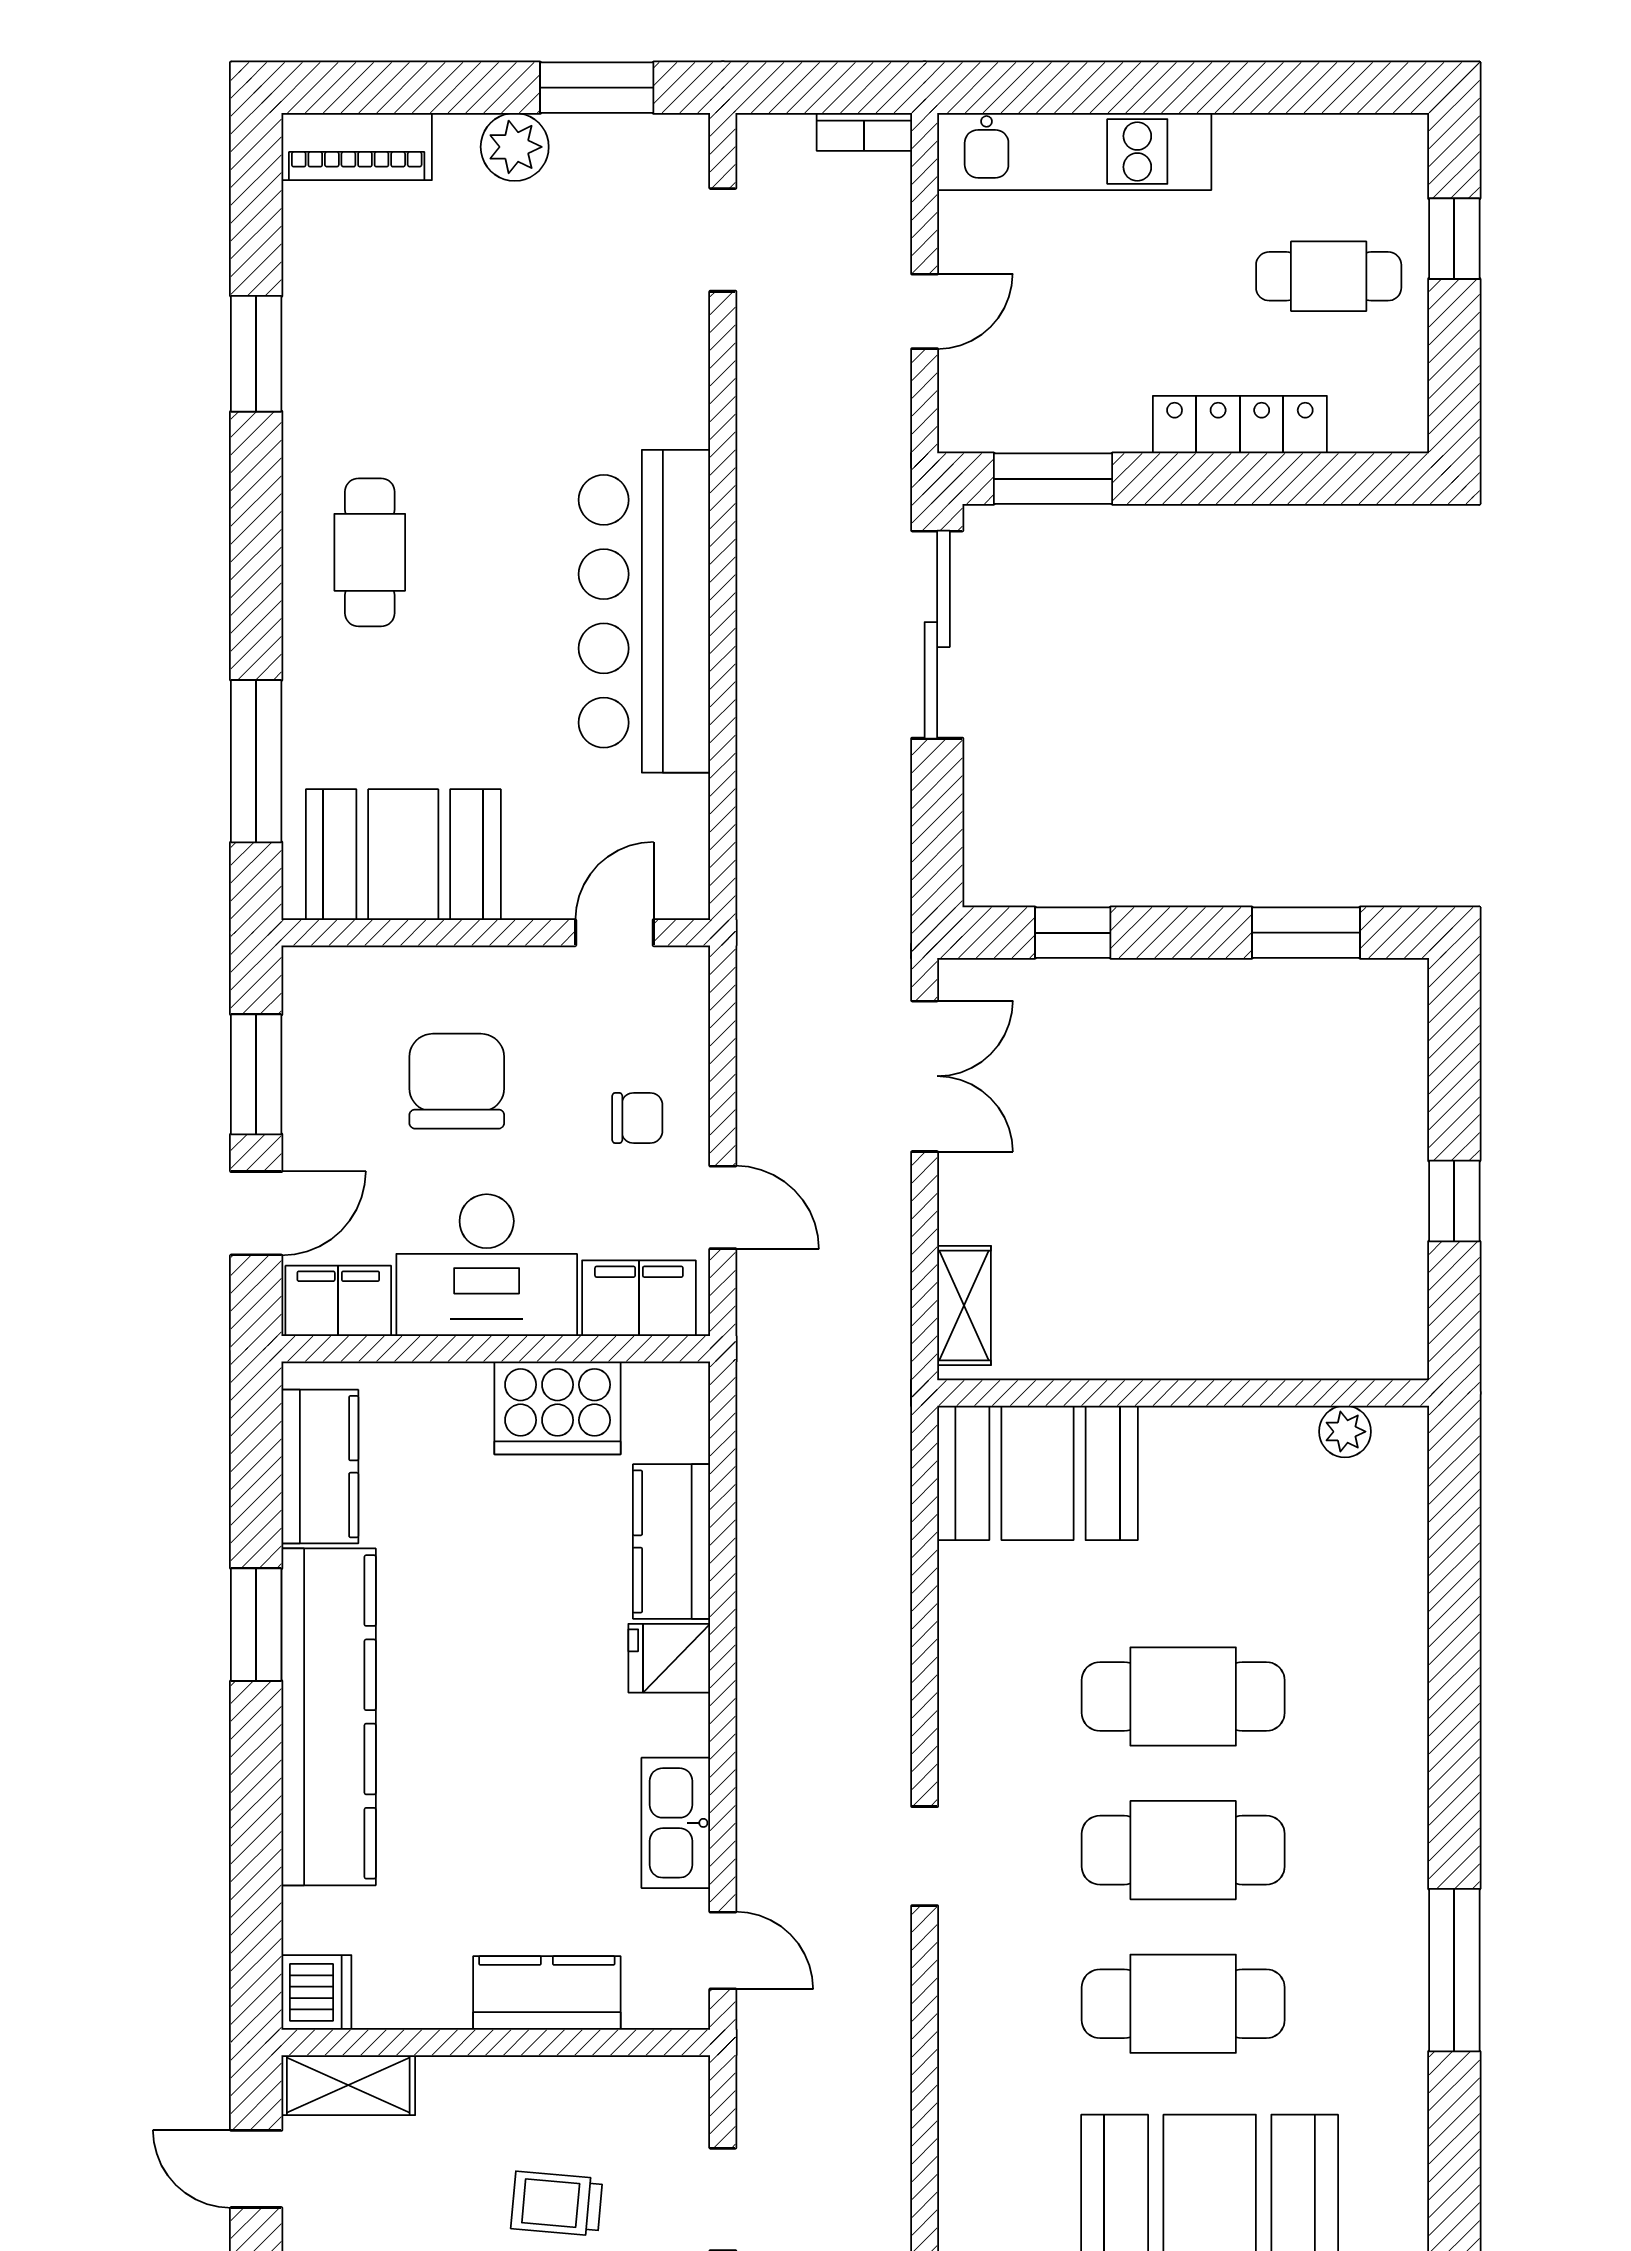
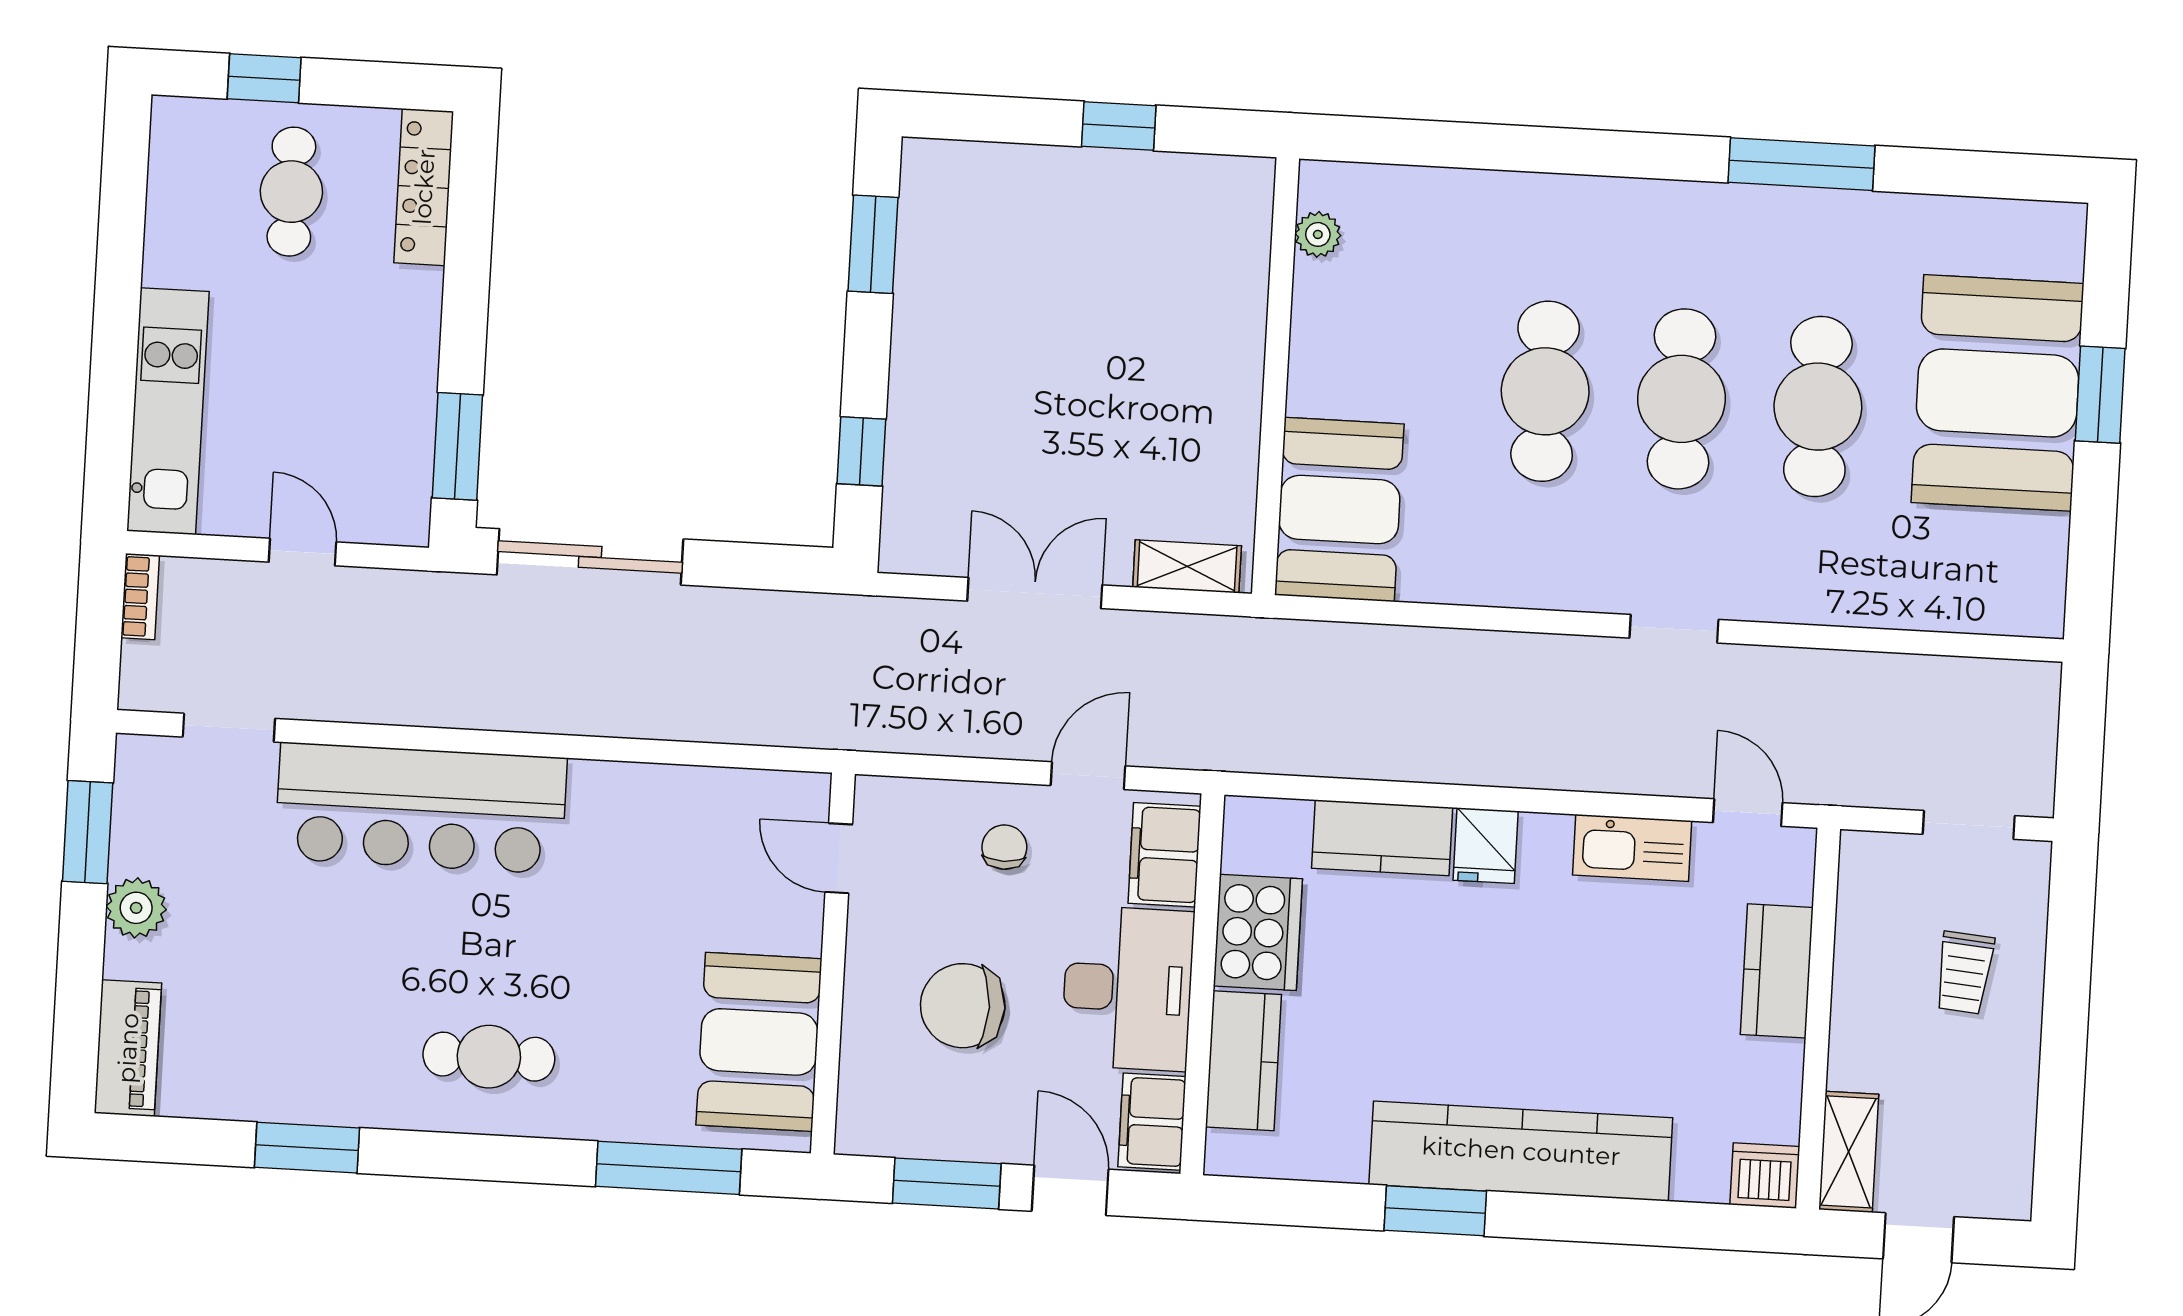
locker: (1240, 425) -> (424, 187), moved
bar counter: (644, 611) -> (421, 808), moved
double door: (925, 1076) -> (1035, 593), moved
kitchen counter: (320, 1467) -> (1243, 1061), moved, turned 90
door: (723, 1950) -> (1748, 813), hinge flipped

